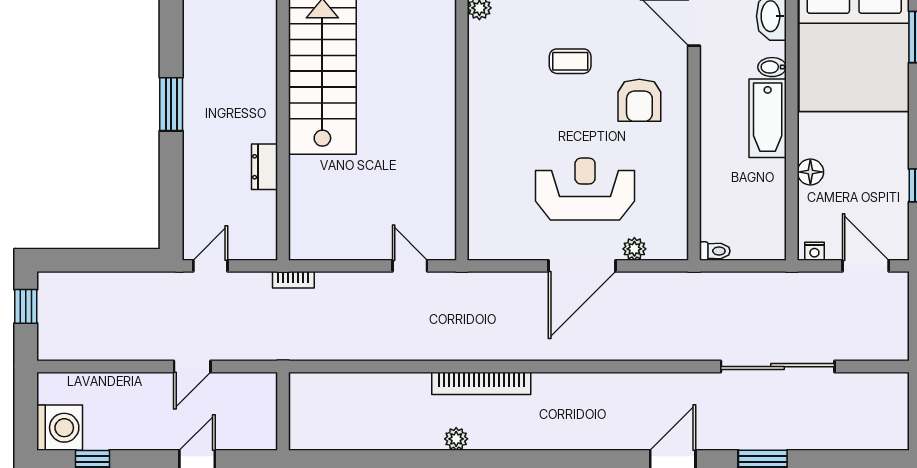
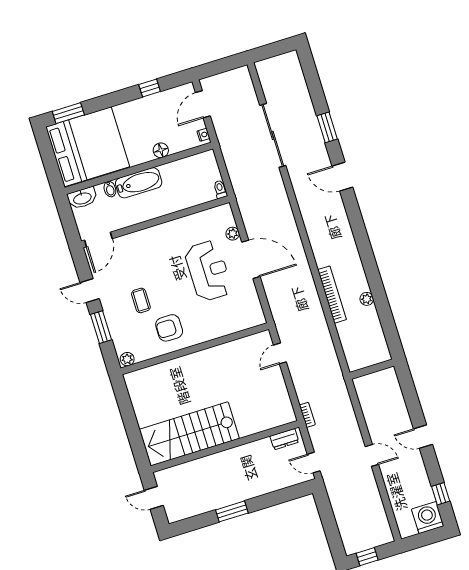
armchair: (639, 100) -> (169, 328), moved, turned 180
dresser: (265, 167) -> (284, 439), moved
reception desk: (585, 189) -> (208, 271), turned 180
wall: (283, 411) -> (372, 369), moved

